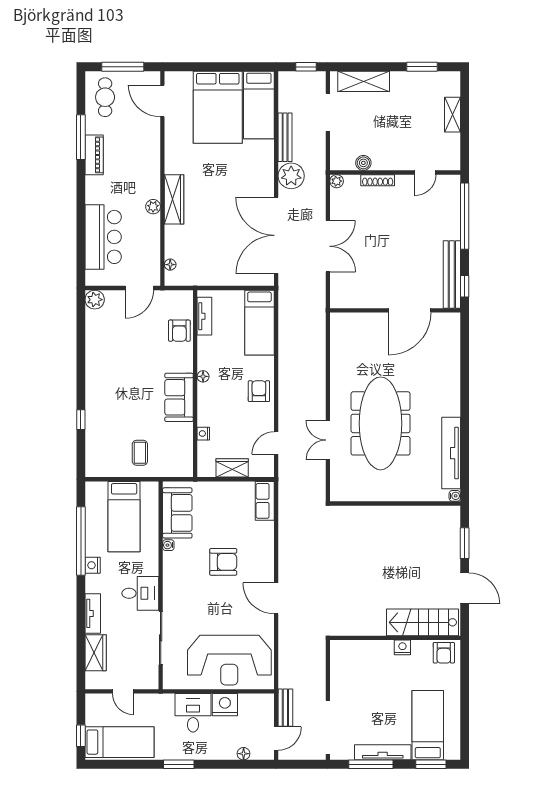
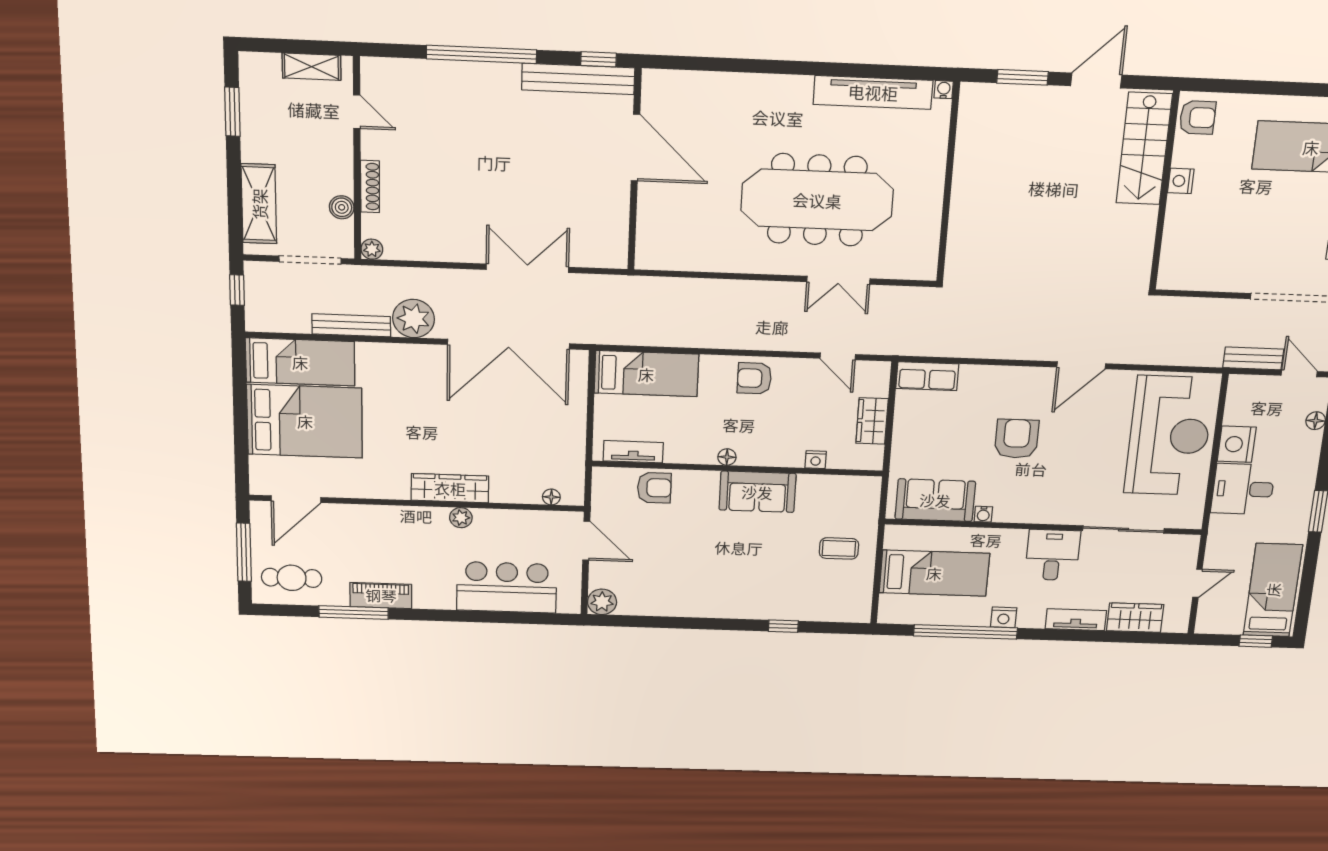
boiler: (363, 163) -> (342, 207), moved
wall: (395, 172) -> (357, 159), moved
door: (425, 172) -> (357, 112), moved
shoe rack: (378, 180) -> (370, 186), moved
plant: (337, 181) -> (372, 249), moved

